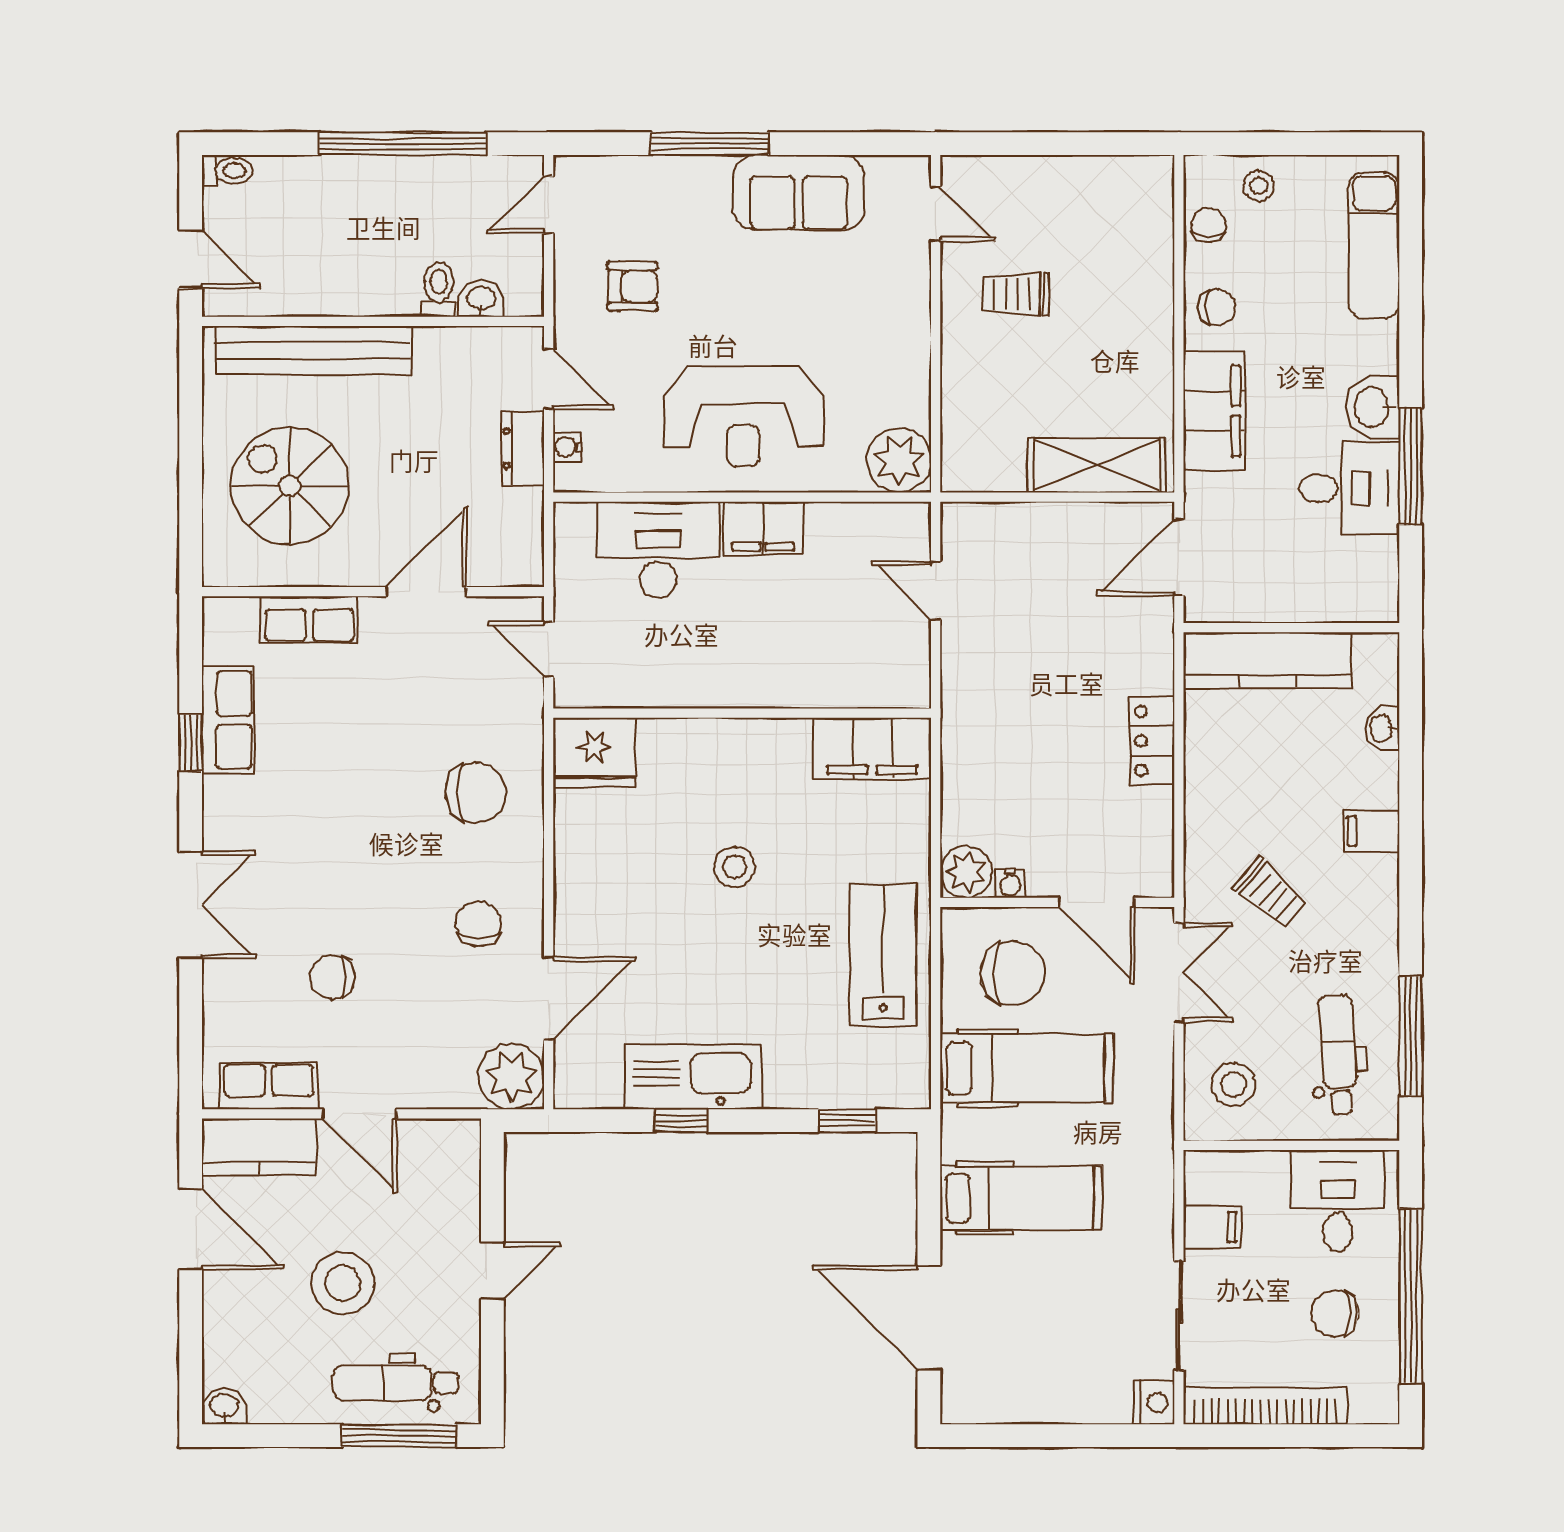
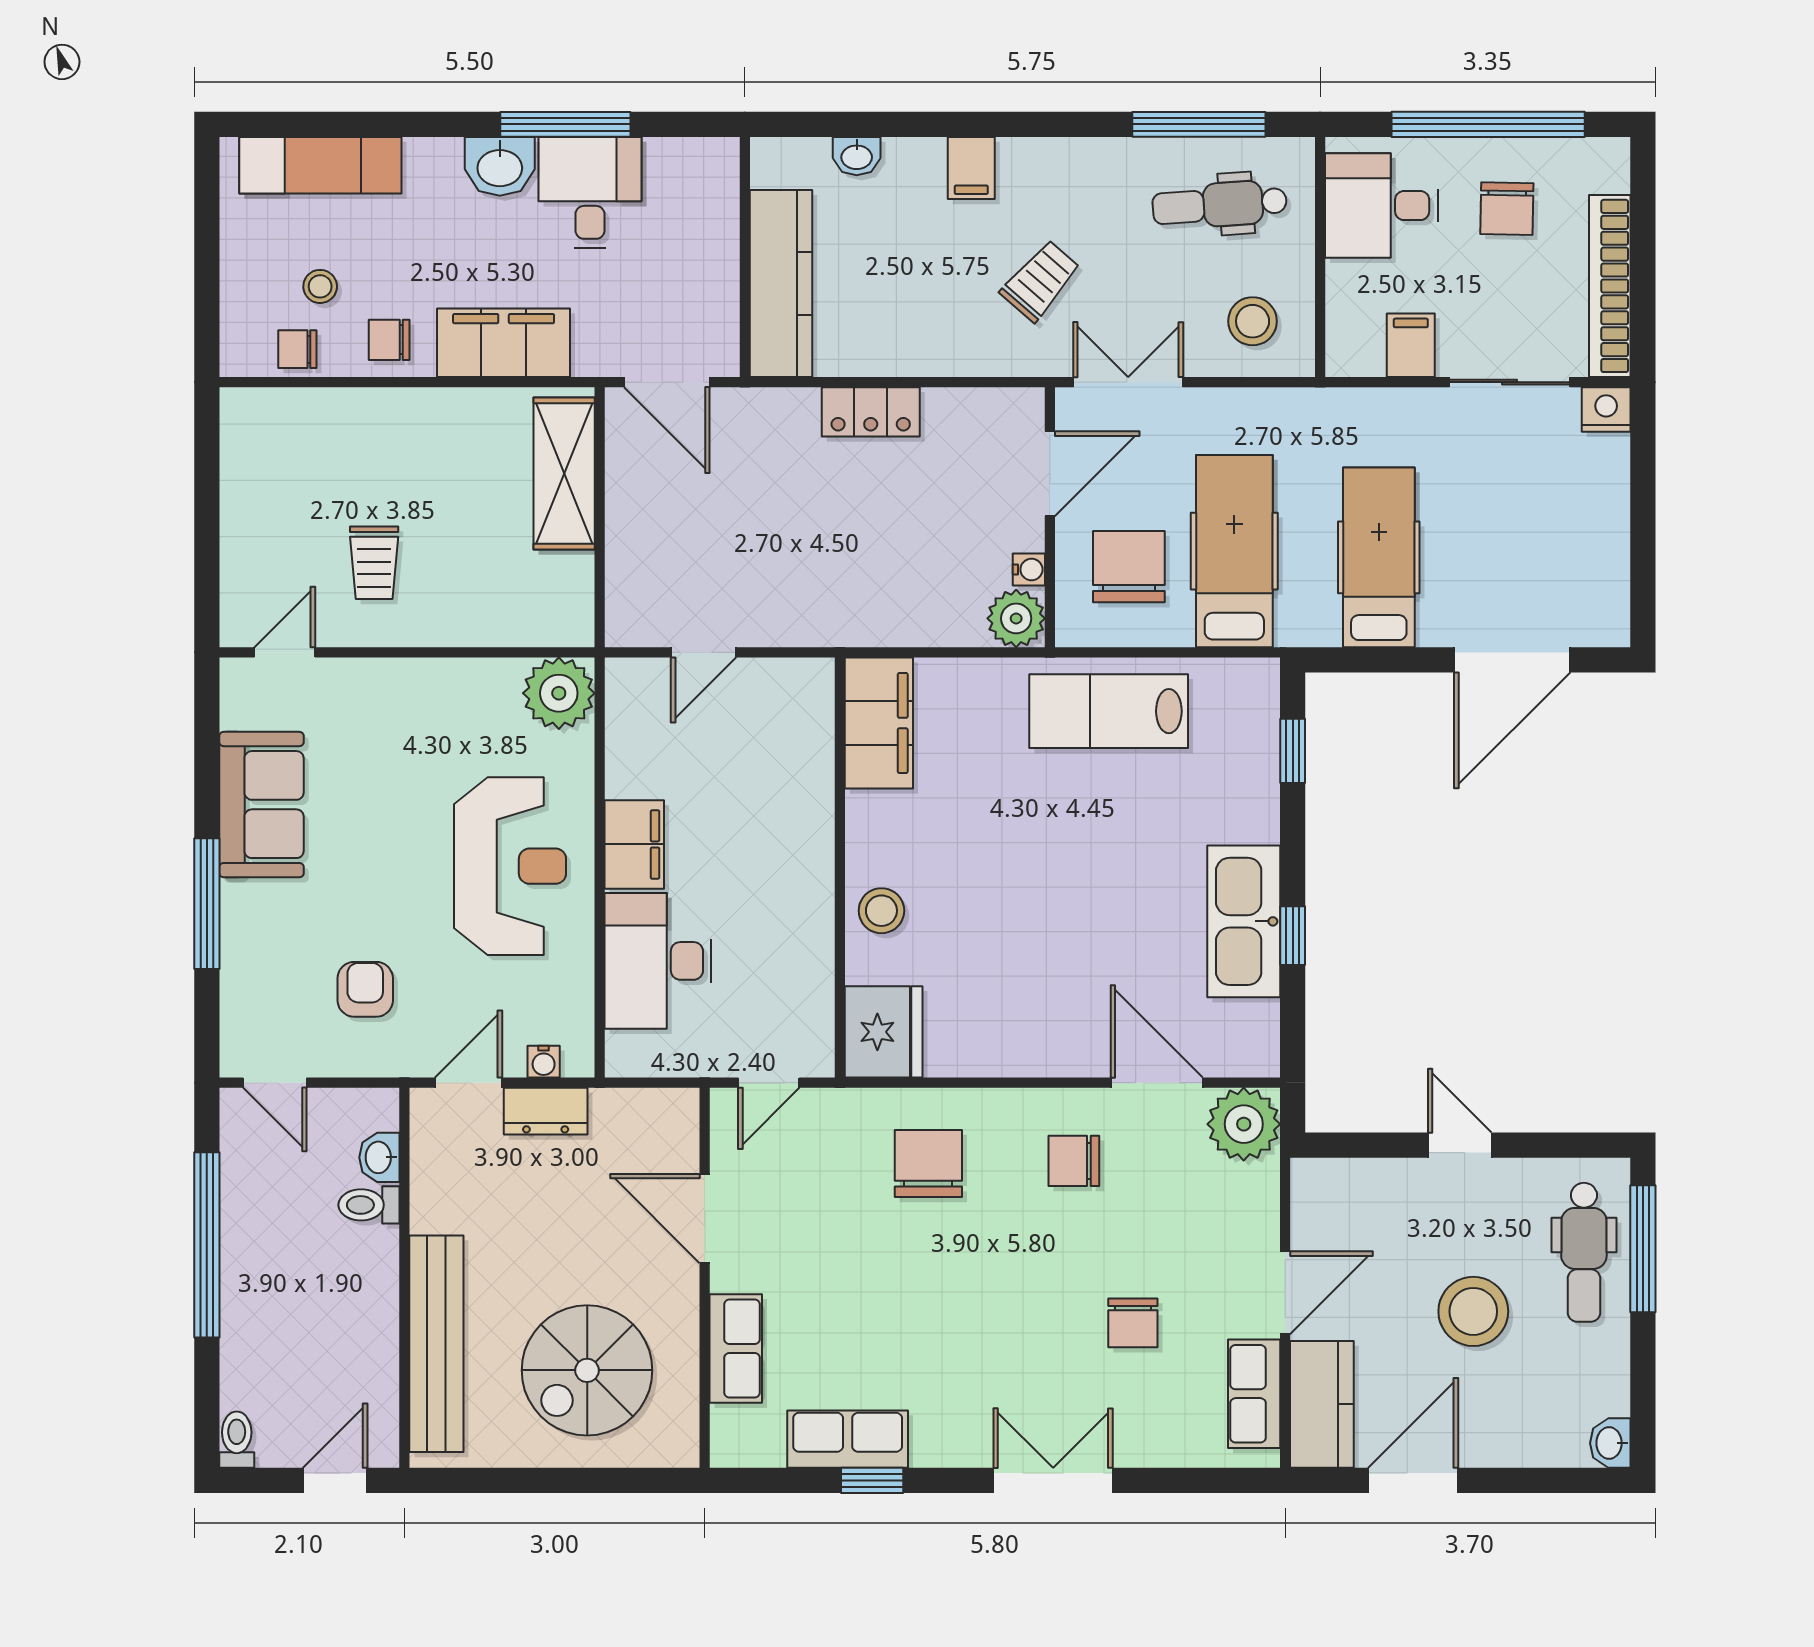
stool: (1259, 186) -> (320, 286), moved
chair: (1217, 308) -> (389, 340), turned -90
stool: (734, 867) -> (881, 911), moved

